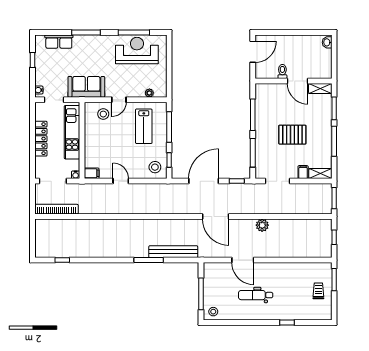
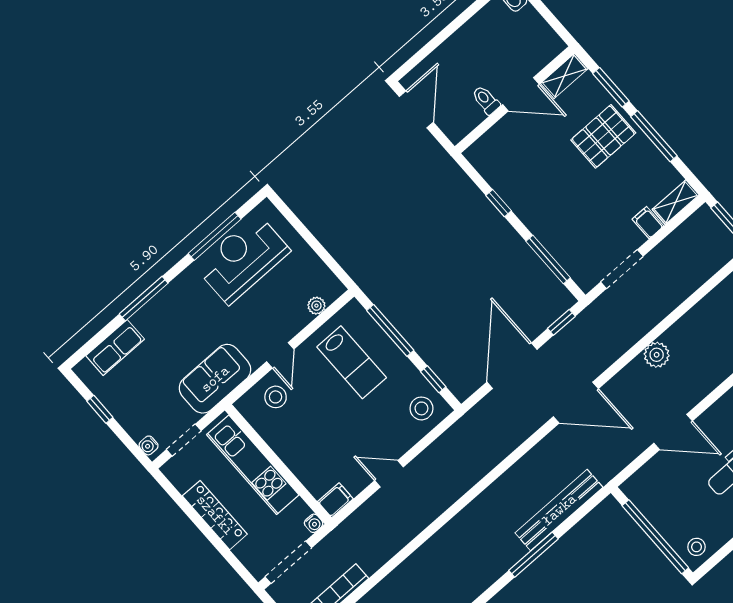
window: (253, 115) -> (499, 203), width x0.46
pallet: (292, 135) -> (603, 136), moved
window: (201, 294) -> (655, 537), width x1.46

